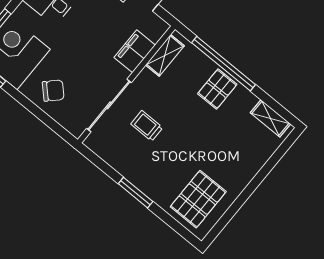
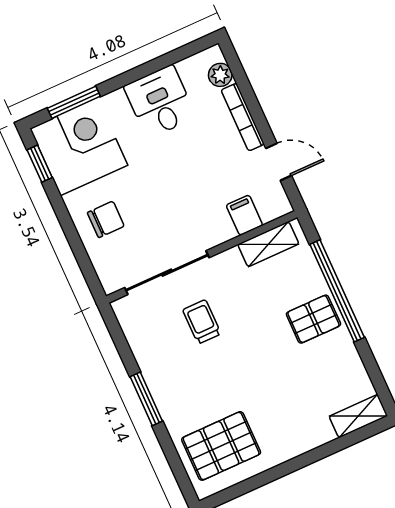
filing cabinet: (135, 51) -> (244, 215), width x0.50
chair: (53, 91) -> (106, 219), turned -45
shelving: (270, 118) -> (358, 416), moved, turned 90

